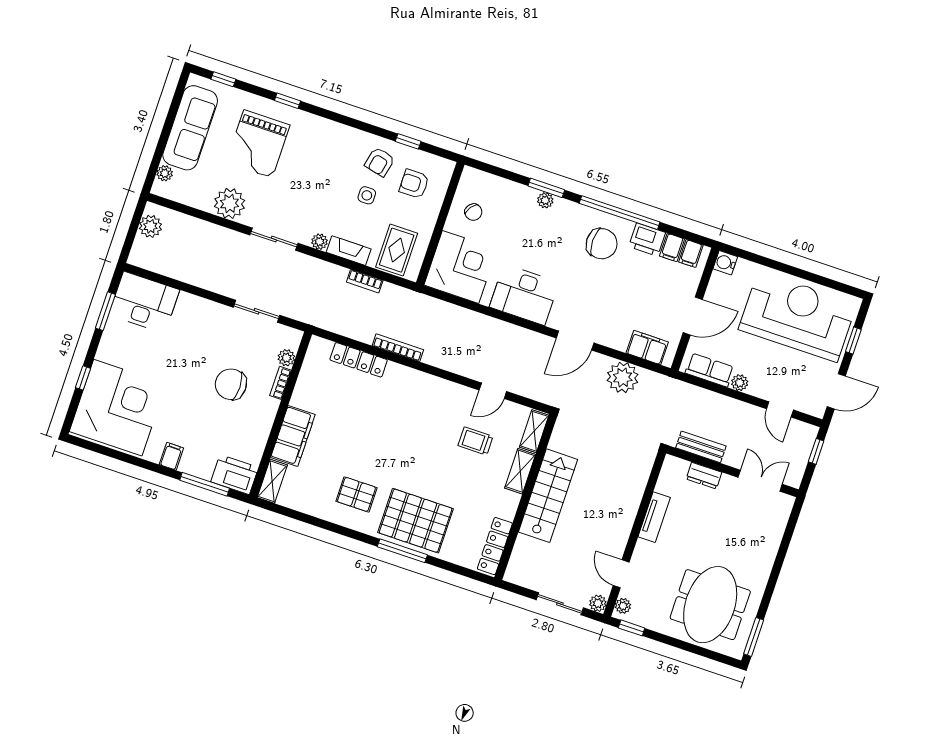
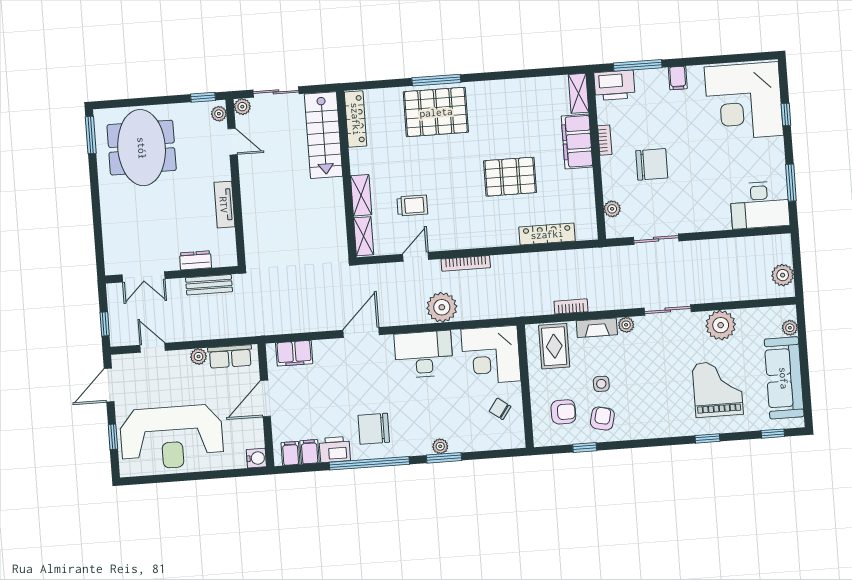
bookcase: (398, 348) -> (466, 263), moved
plant: (623, 377) -> (442, 307), moved
bookcase: (280, 383) -> (605, 140), moved
pallet: (356, 494) -> (510, 177), moved, width x1.50, depth x1.42
stairs: (548, 496) -> (324, 135), moved

